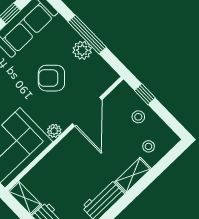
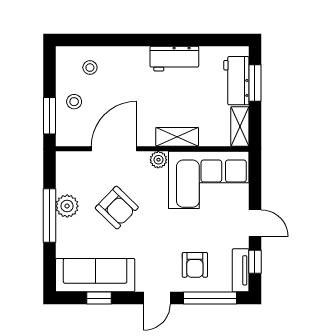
window: (145, 94) -> (50, 116), width x1.50
shelving: (133, 175) -> (177, 137), moved

